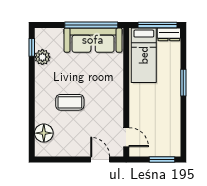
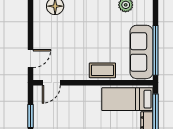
coffee table: (70, 102) -> (102, 70), moved, turned 90

